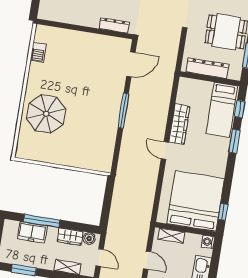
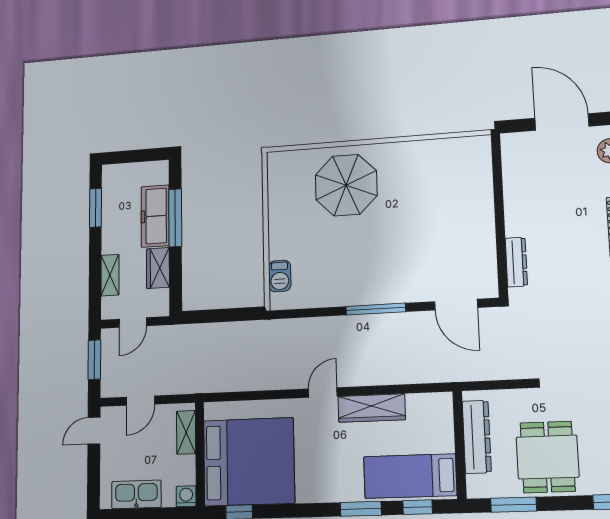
barbecue: (38, 52) -> (280, 276), moved, turned -90
freezer: (32, 232) -> (155, 216), width x1.40
boiler: (89, 238) -> (160, 299), removed

